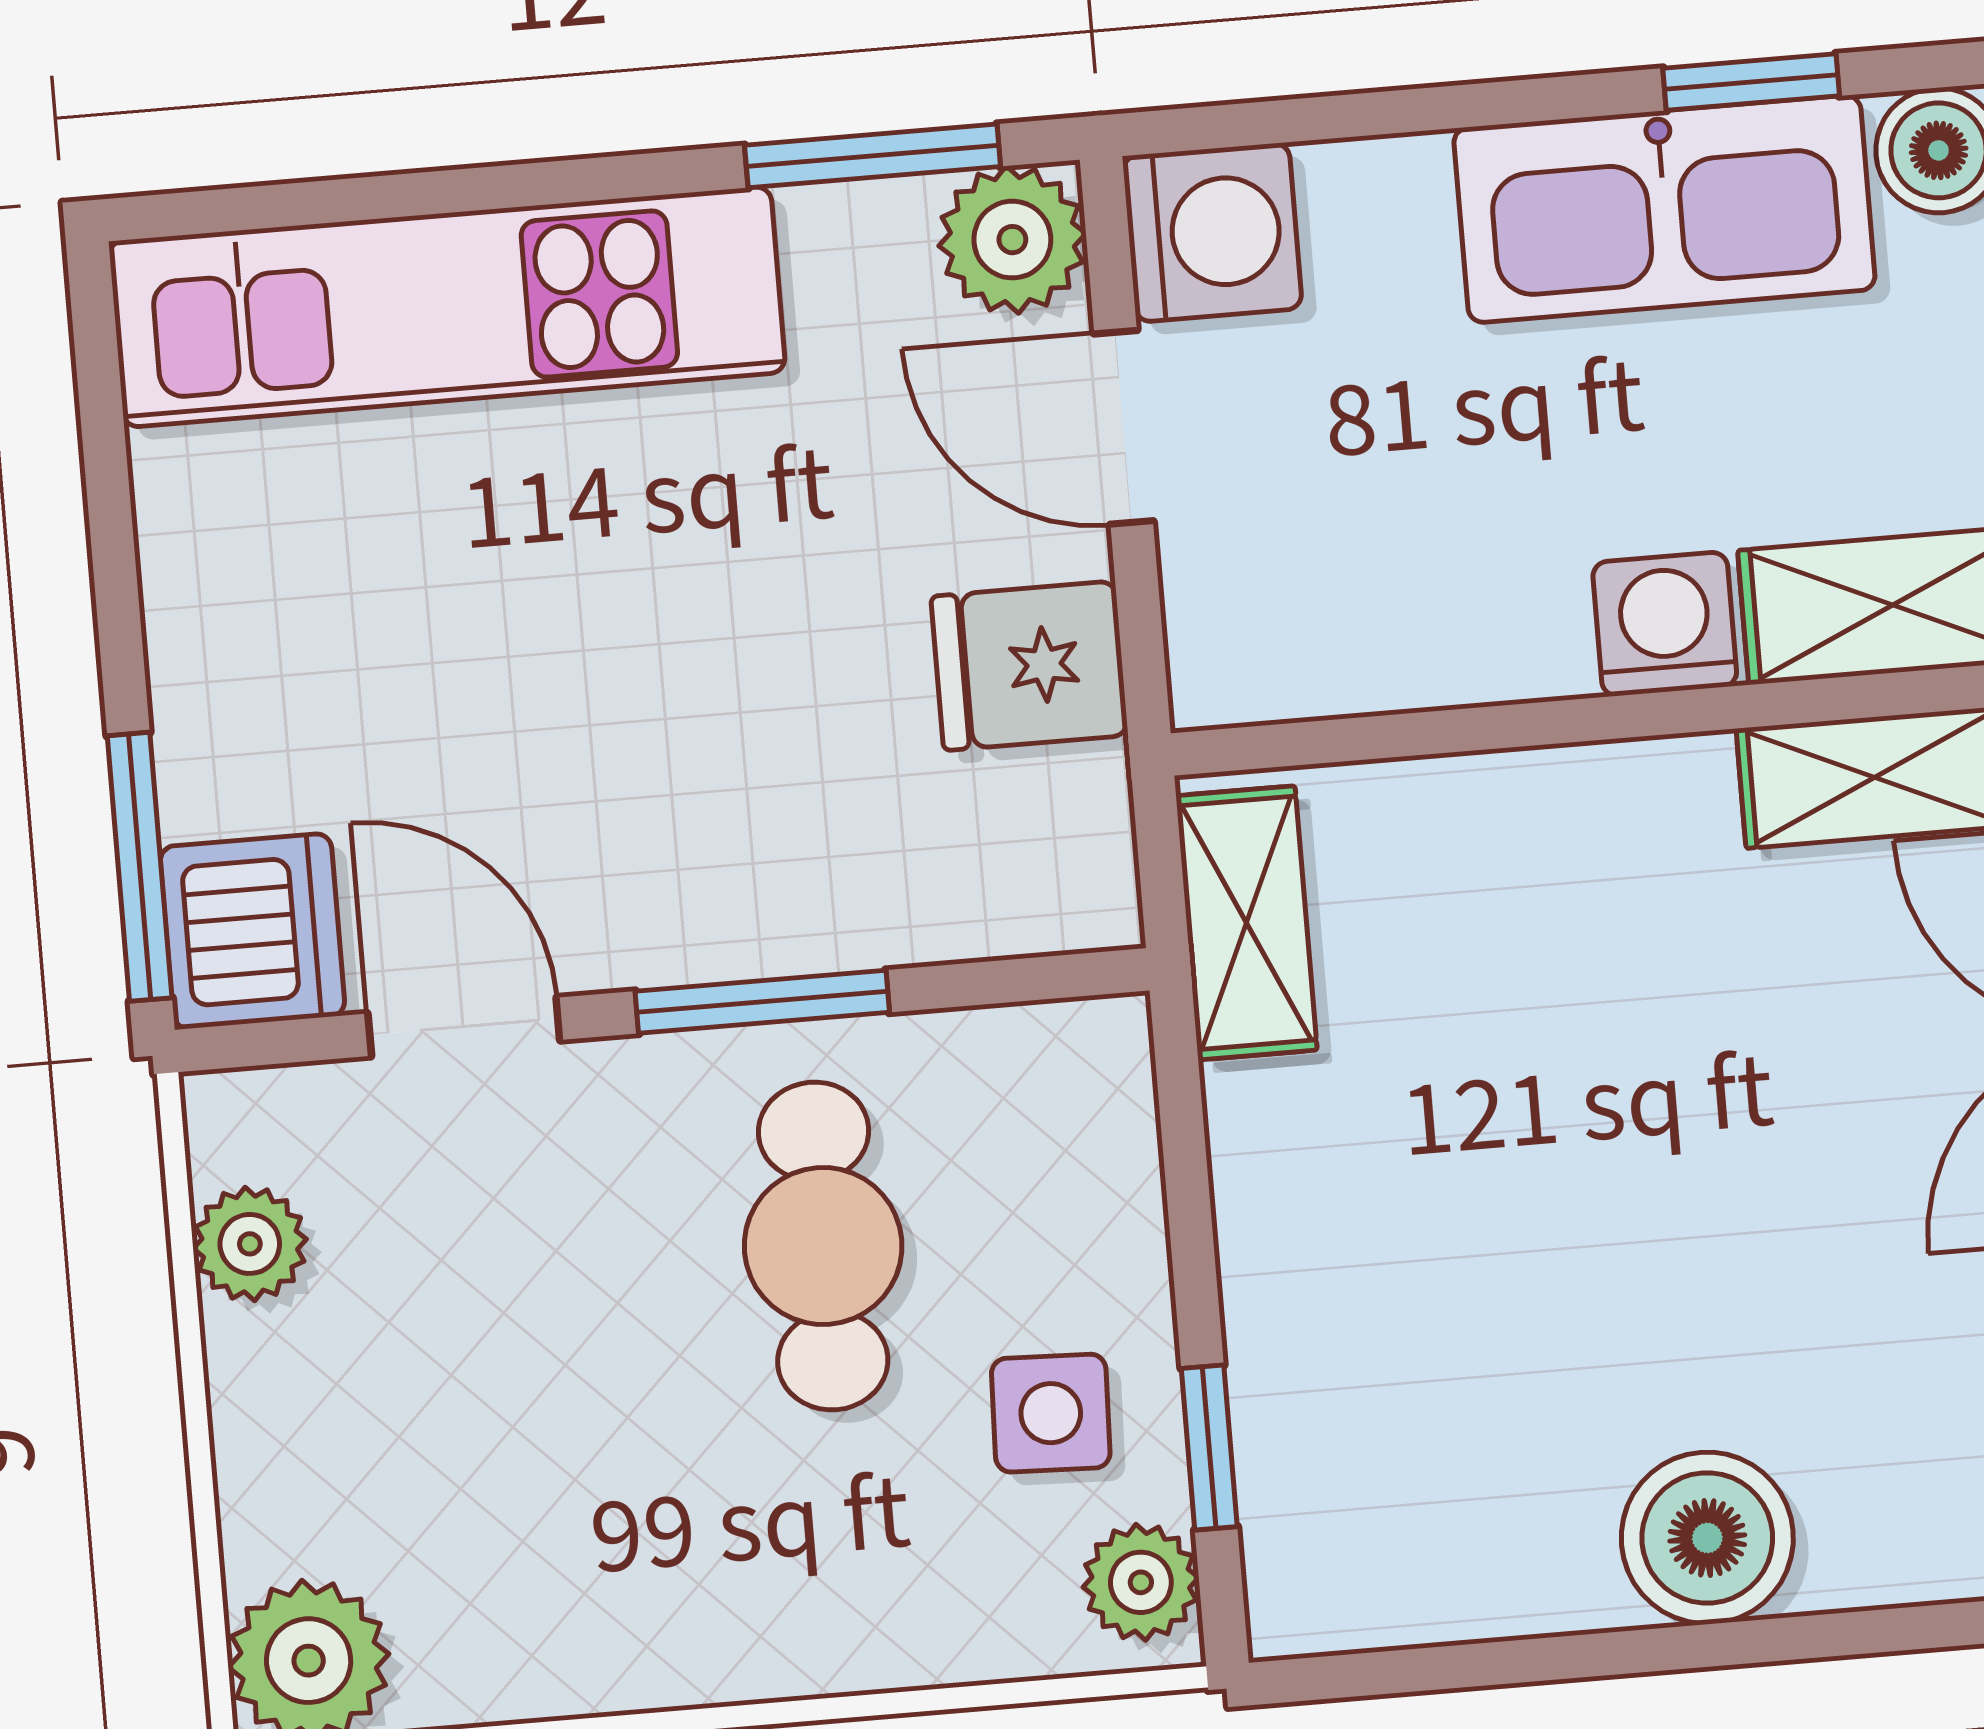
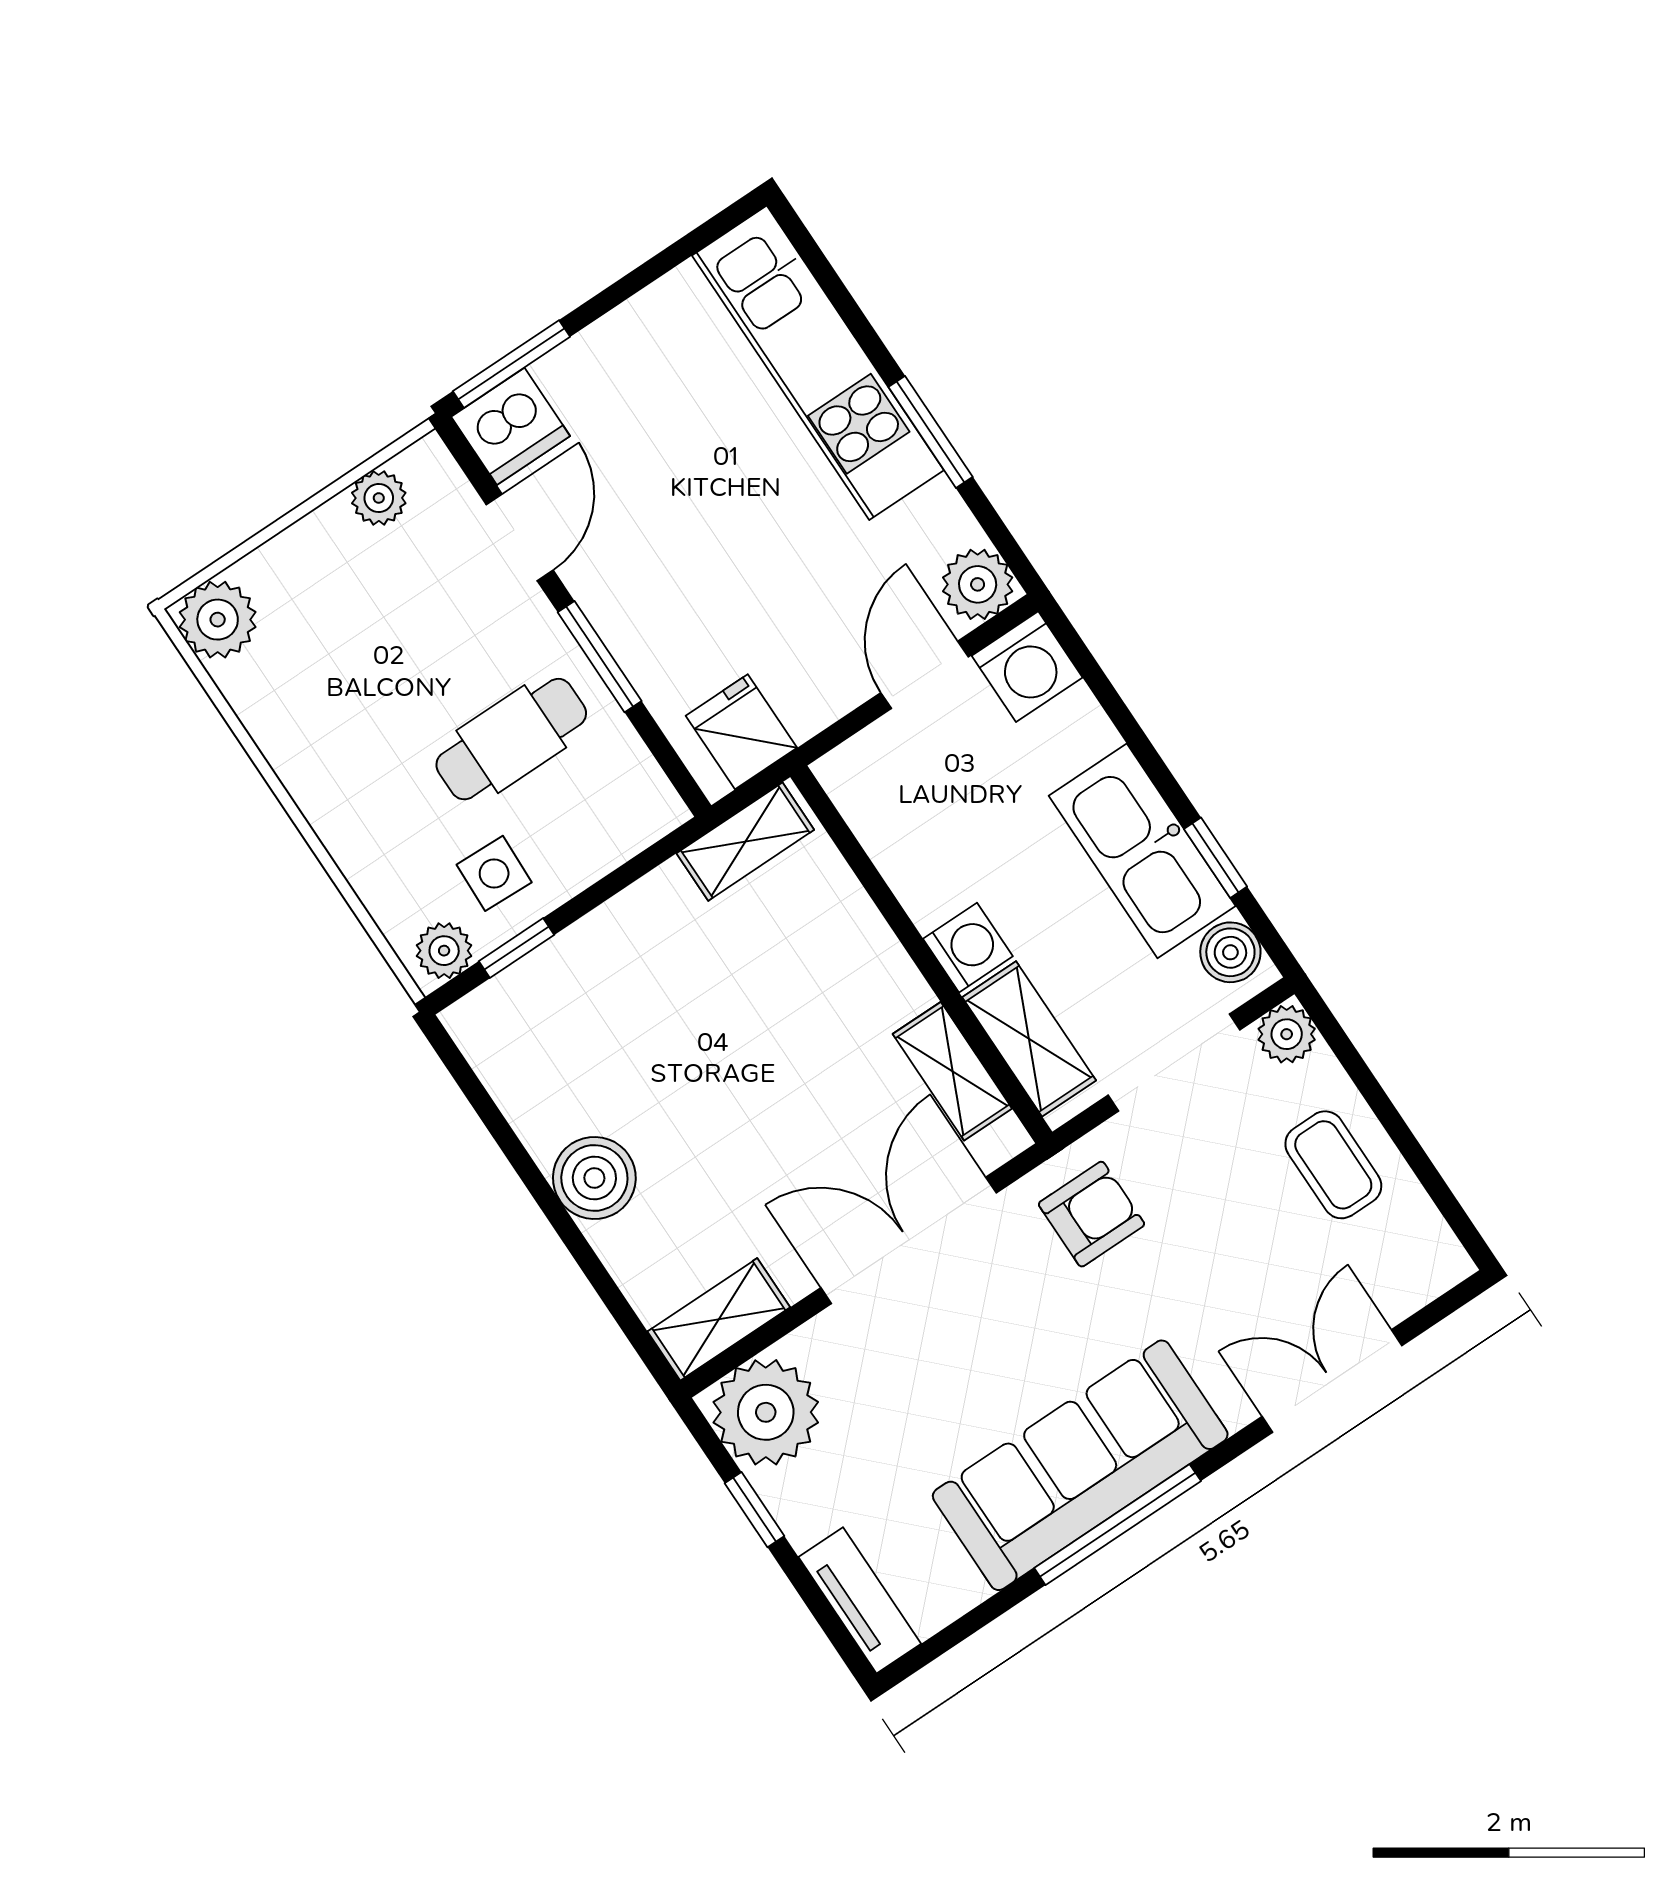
window: (873, 156) -> (931, 432), moved
fridge: (1029, 666) -> (741, 732), moved

